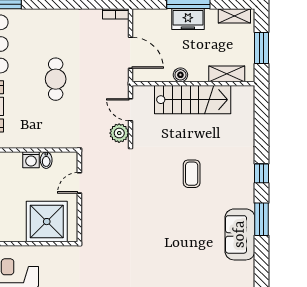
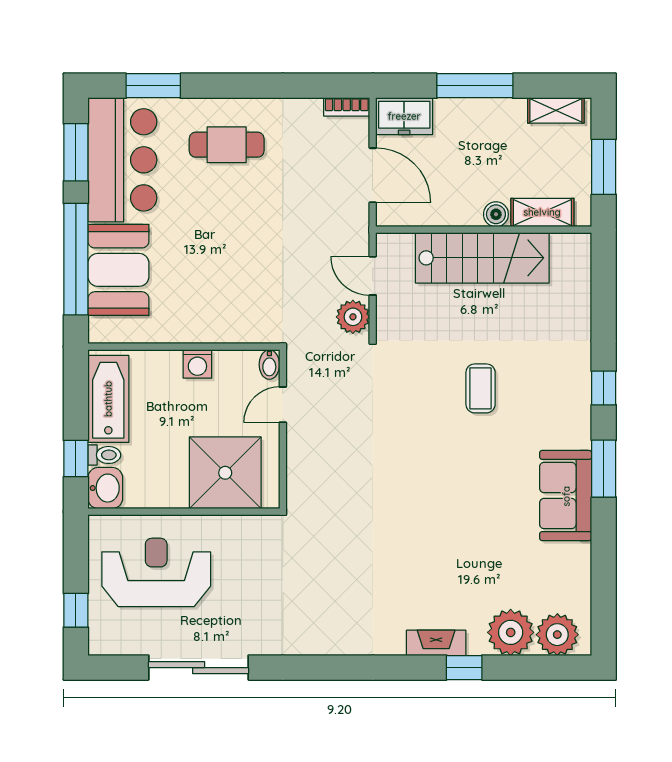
freezer: (188, 19) -> (404, 116), moved
boiler: (180, 75) -> (496, 214), moved
cafe table: (56, 79) -> (227, 145), moved, turned 90
bidet: (46, 160) -> (269, 365), moved

